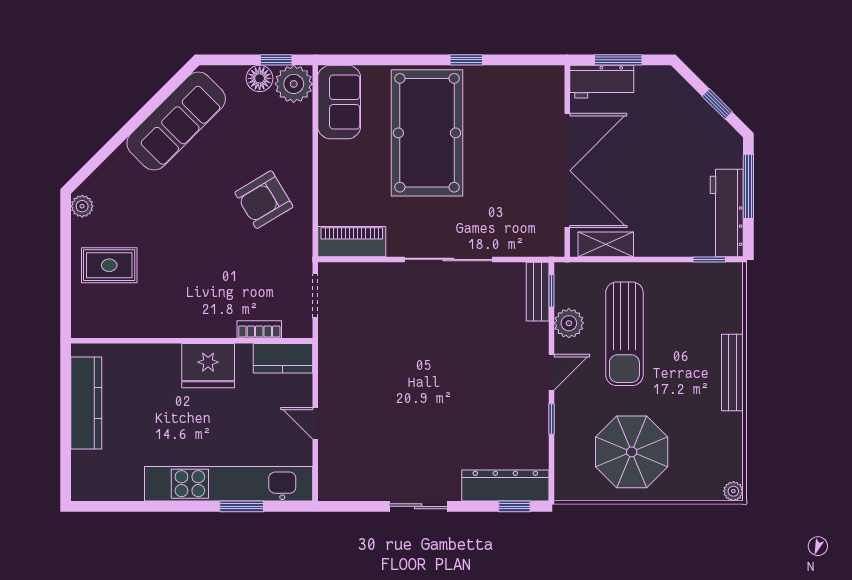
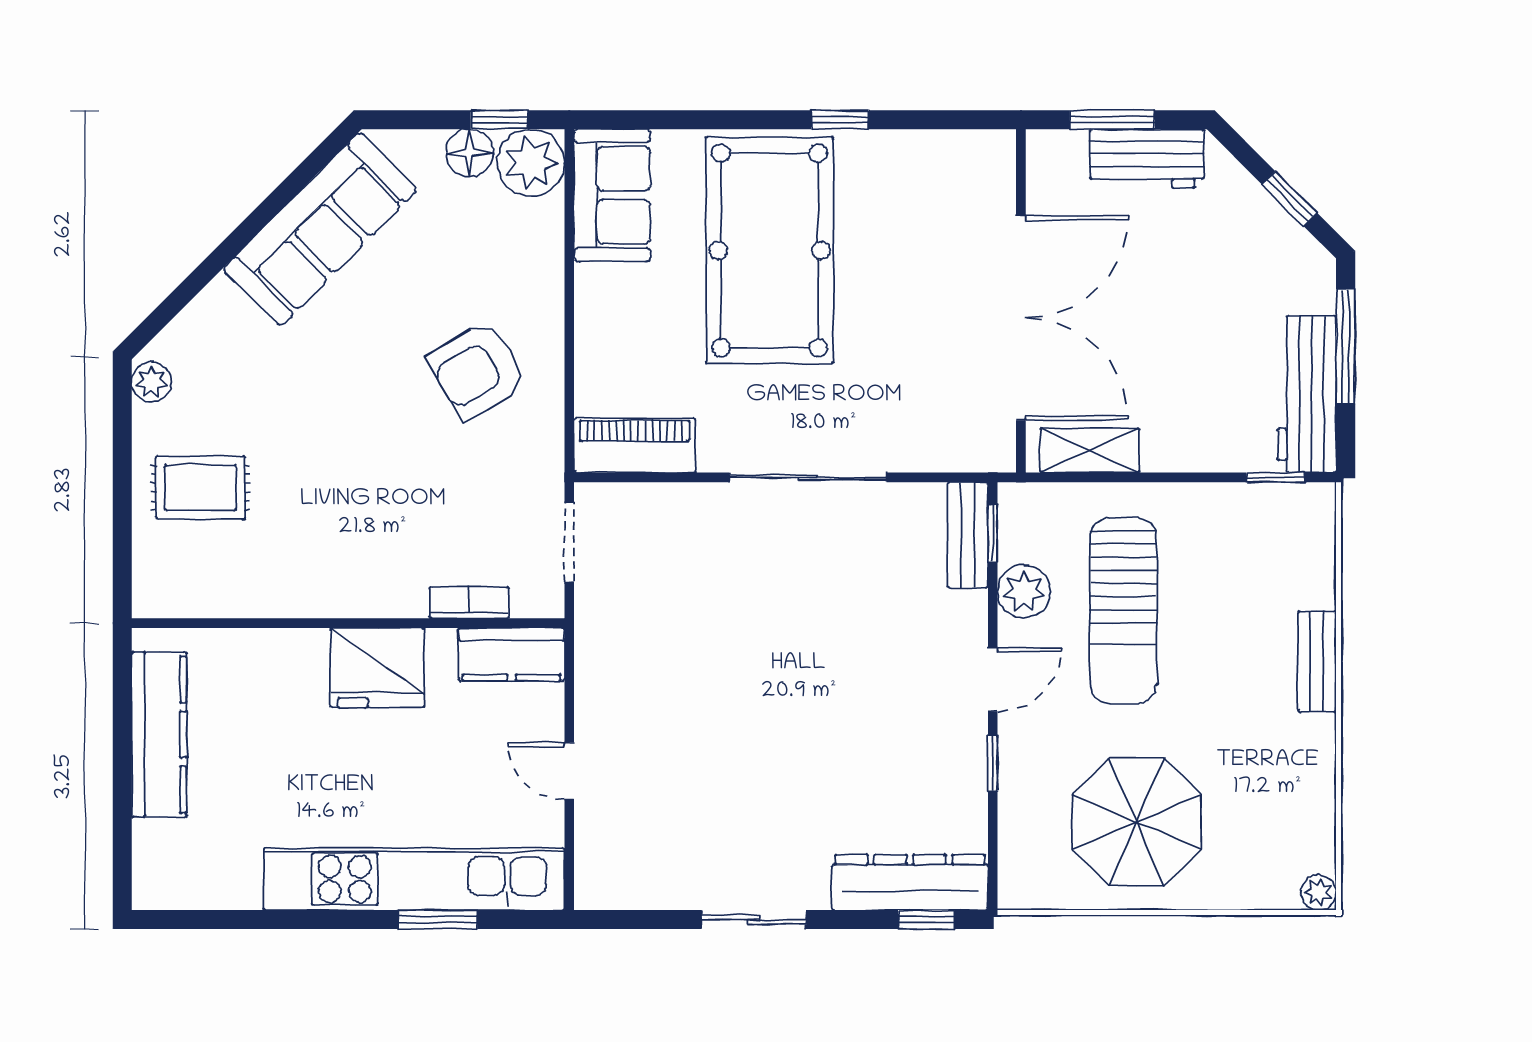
workbench: (602, 82) -> (1147, 159), moved
bench: (732, 373) -> (1317, 662), width x0.73

